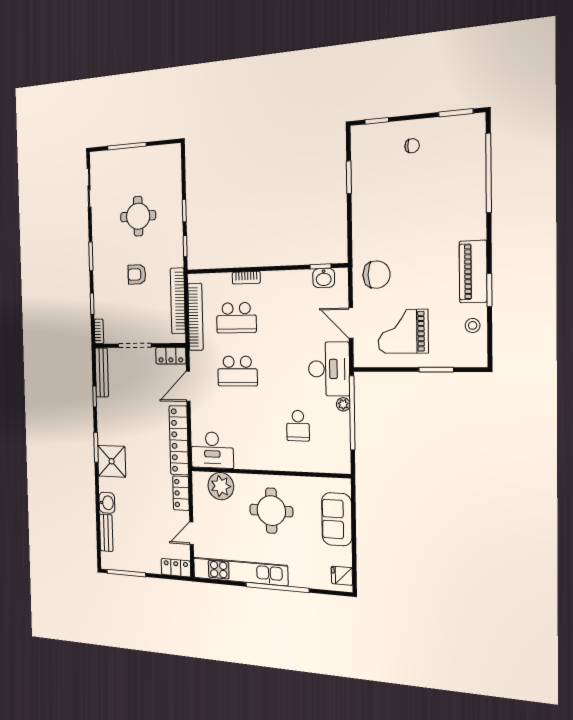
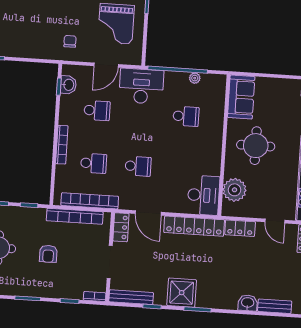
chair: (376, 275) -> (70, 41), width x0.54, depth x0.54
bookcase: (246, 278) -> (62, 145), width x1.56
school desk: (296, 316) -> (97, 111), added
school desk: (236, 318) -> (94, 163), width x0.54
school desk: (237, 371) -> (138, 166), width x0.54
plant: (343, 404) -> (195, 78), moved
shower: (112, 461) -> (182, 293), moved
sofa: (337, 519) -> (241, 97), moved, turned -90

